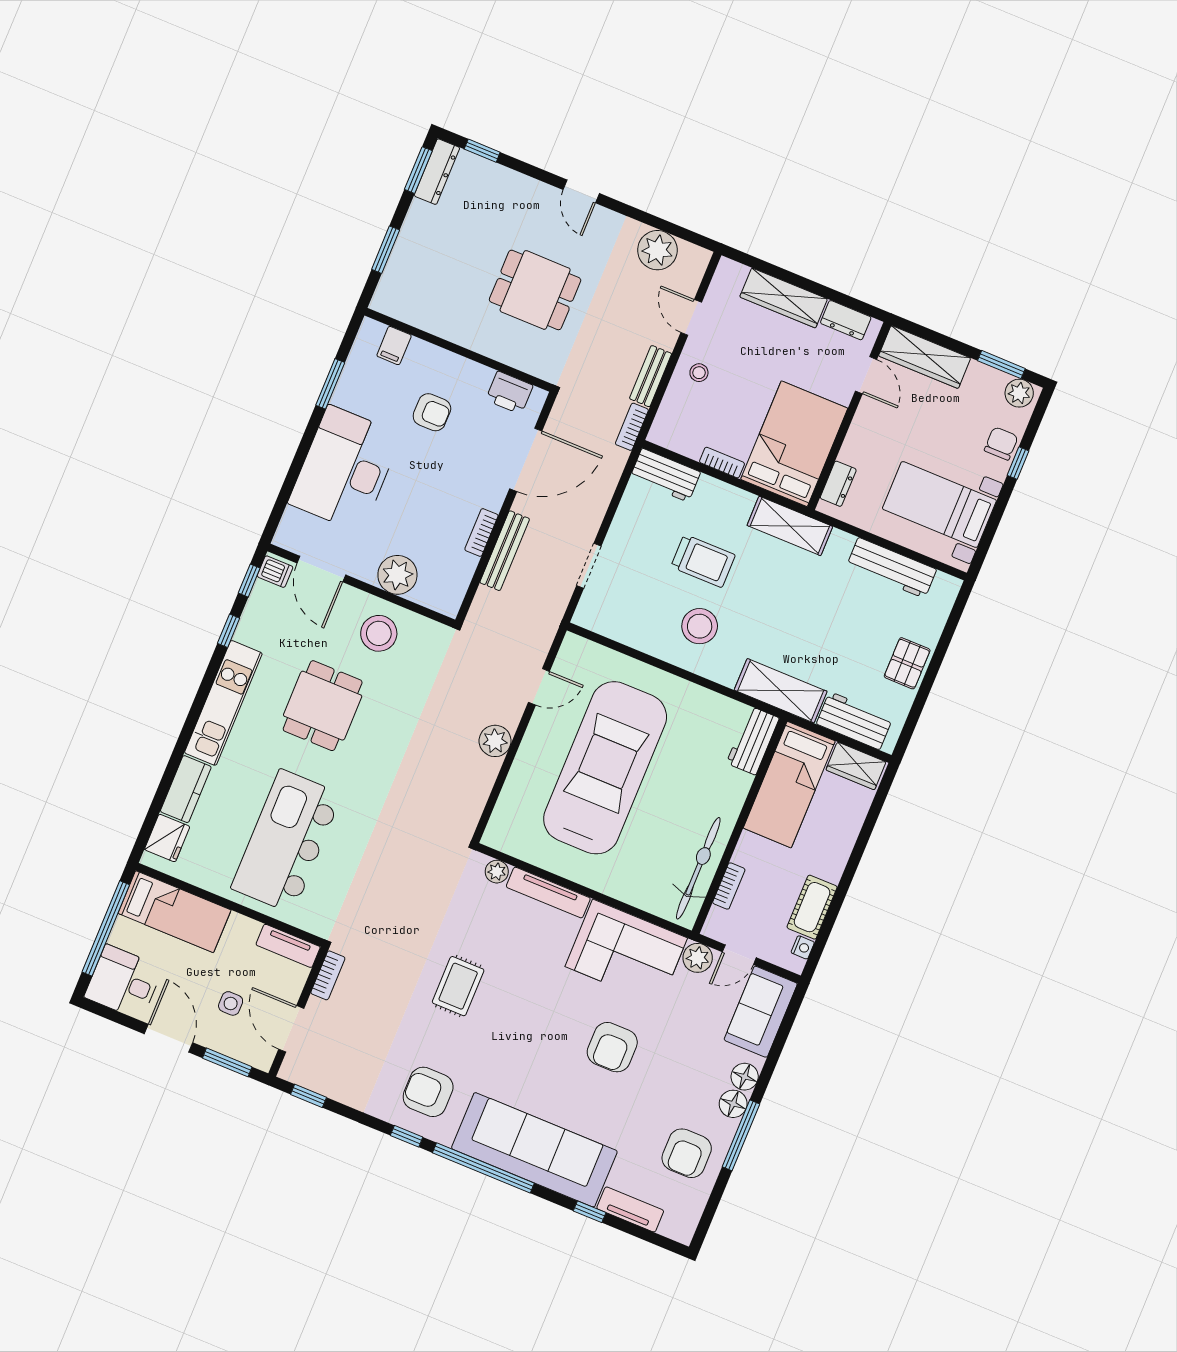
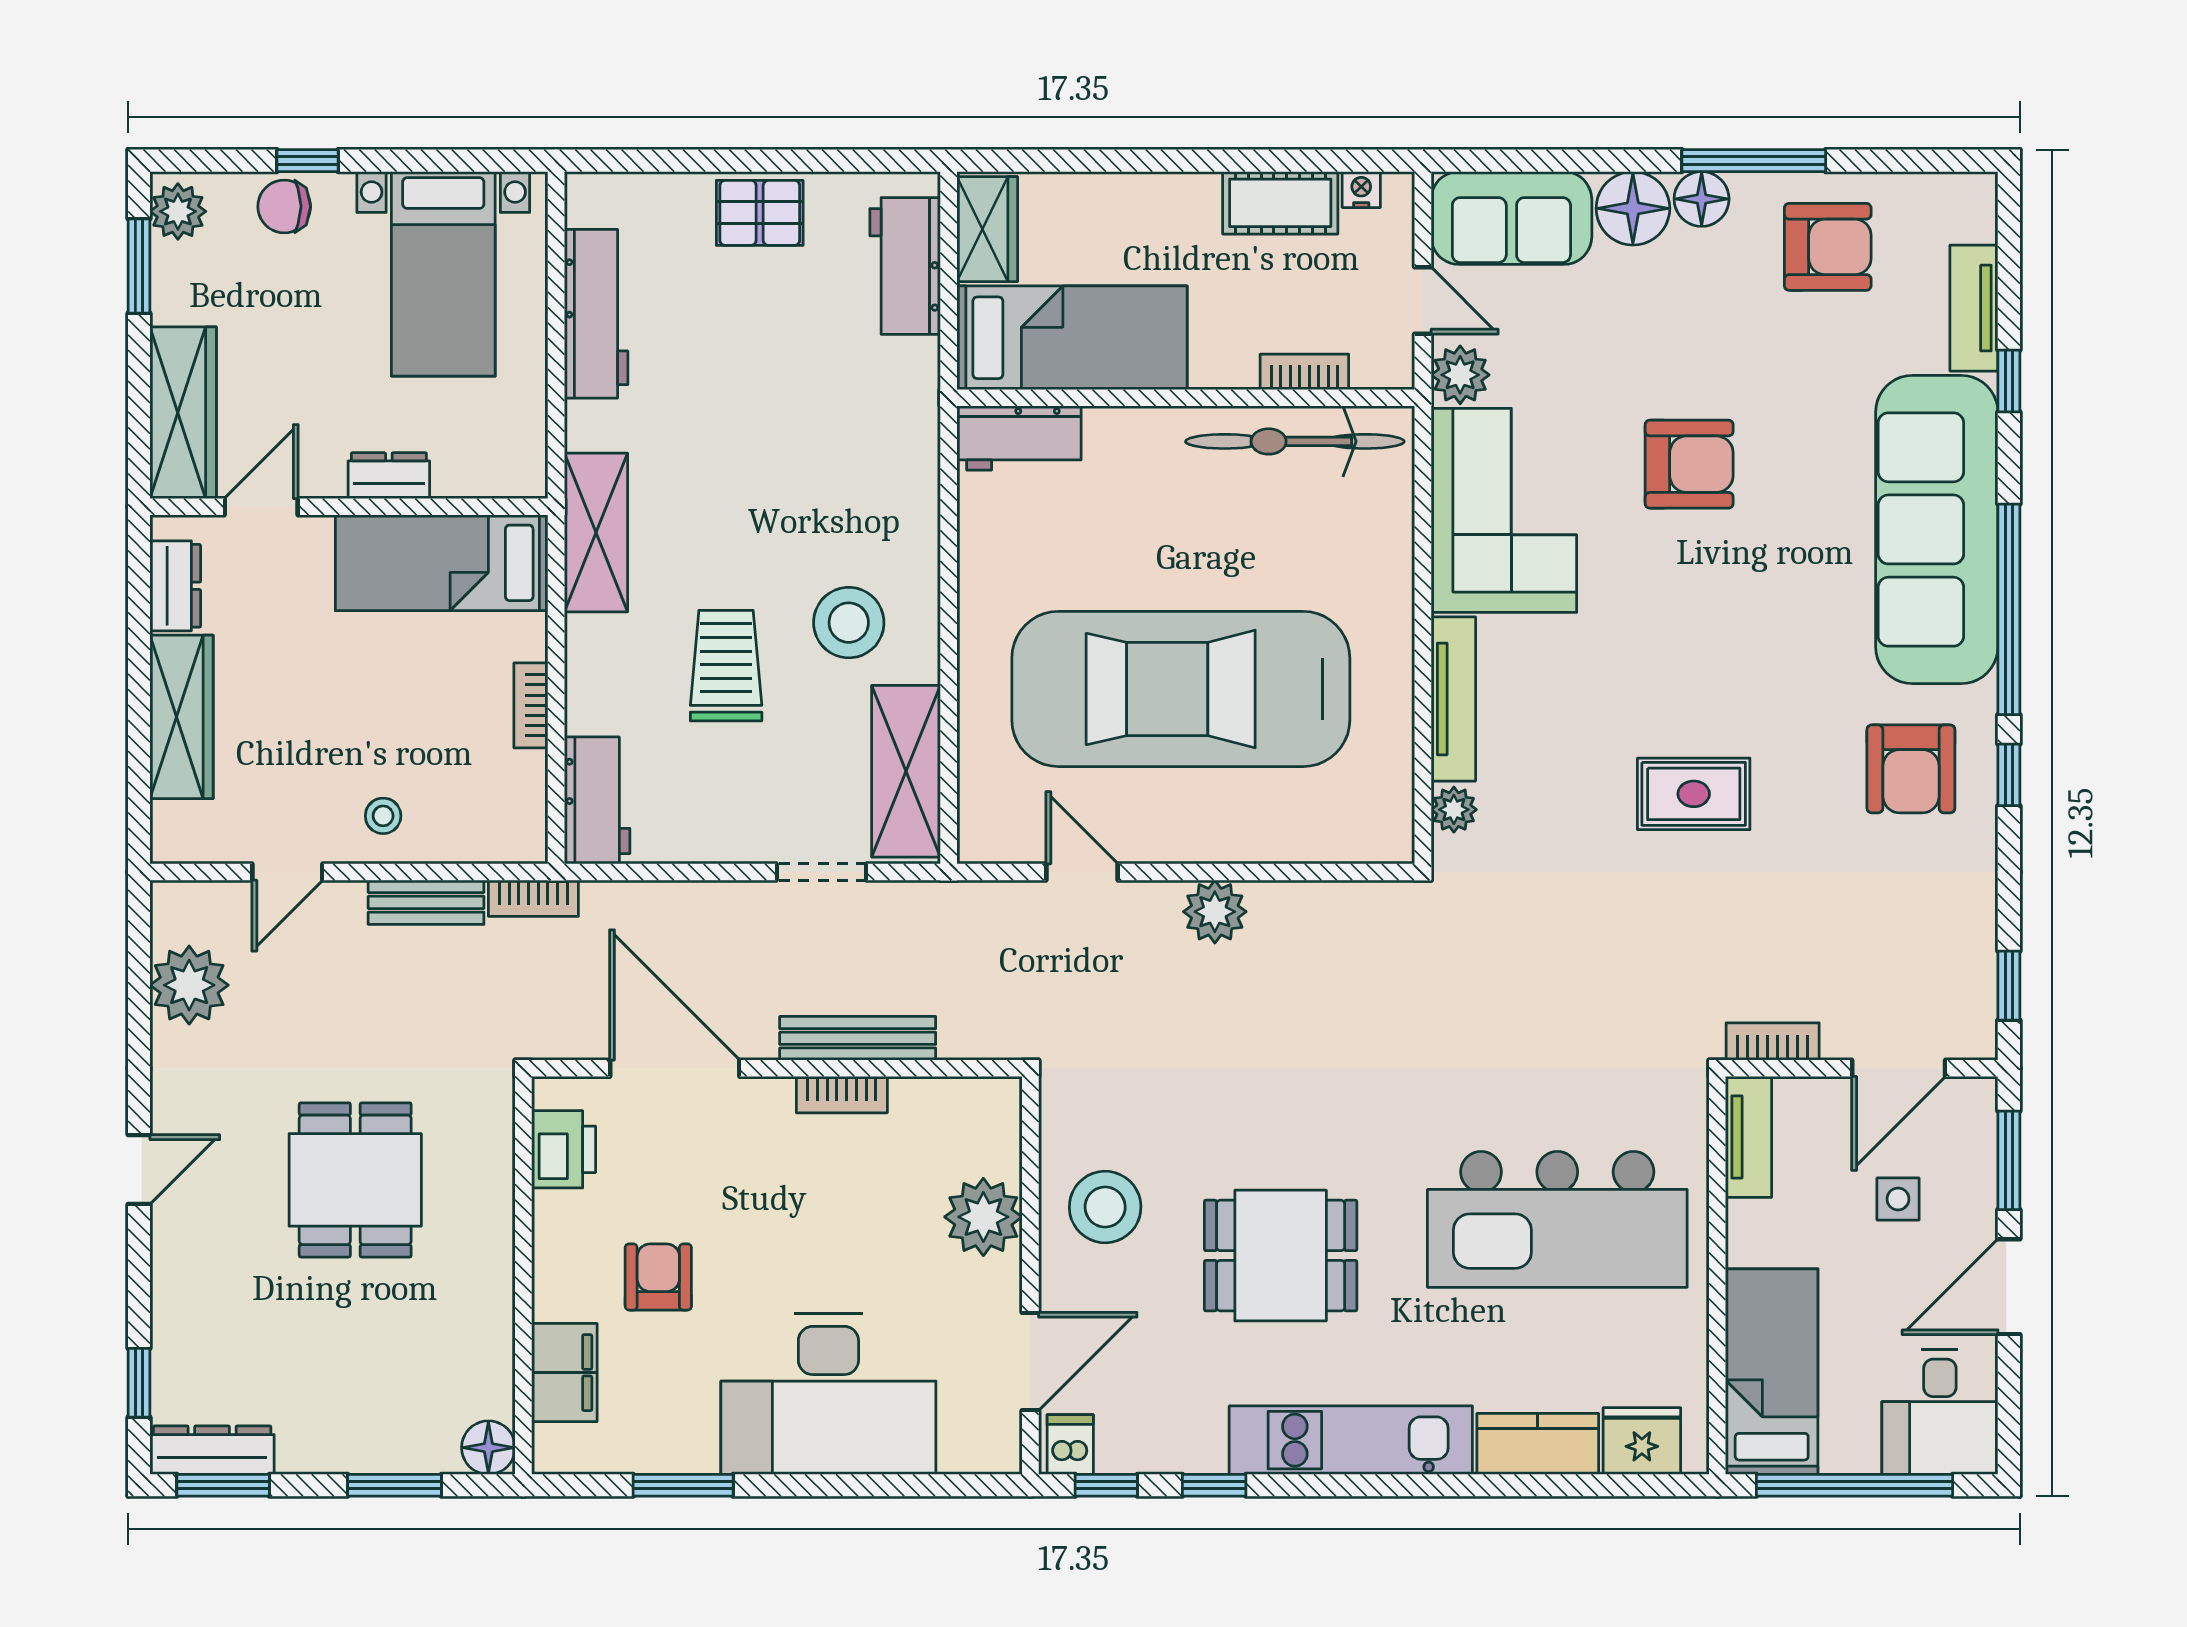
floor lamp: (385, 301) -> (488, 1448), added
filing cabinet: (394, 346) -> (564, 1373), width x2.00
bed: (794, 444) -> (442, 563), width x0.67
dresser: (838, 484) -> (389, 476), moved
shelving: (781, 691) -> (906, 771), moved
floor lamp: (745, 1077) -> (1633, 208), width x1.38, depth x1.38

